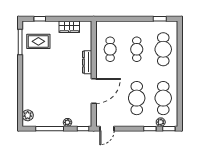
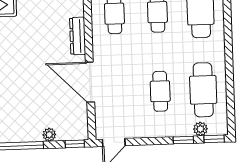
door: (94, 91) -> (90, 82), swing flipped
cafe table: (137, 98) -> (160, 91), width x0.73, depth x0.74

